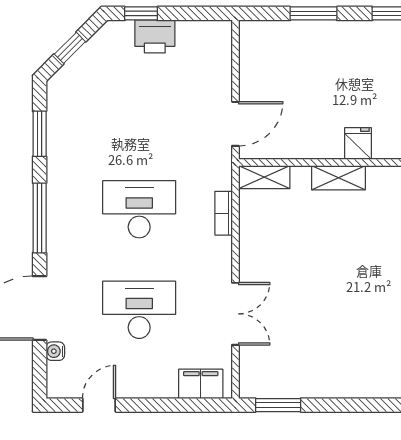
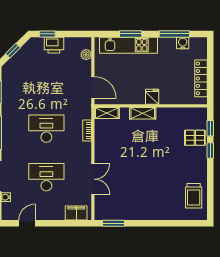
kitchen unit: (309, 37) -> (128, 45), added
plant: (221, 56) -> (86, 55), added
door: (235, 124) -> (93, 87), hinge flipped

